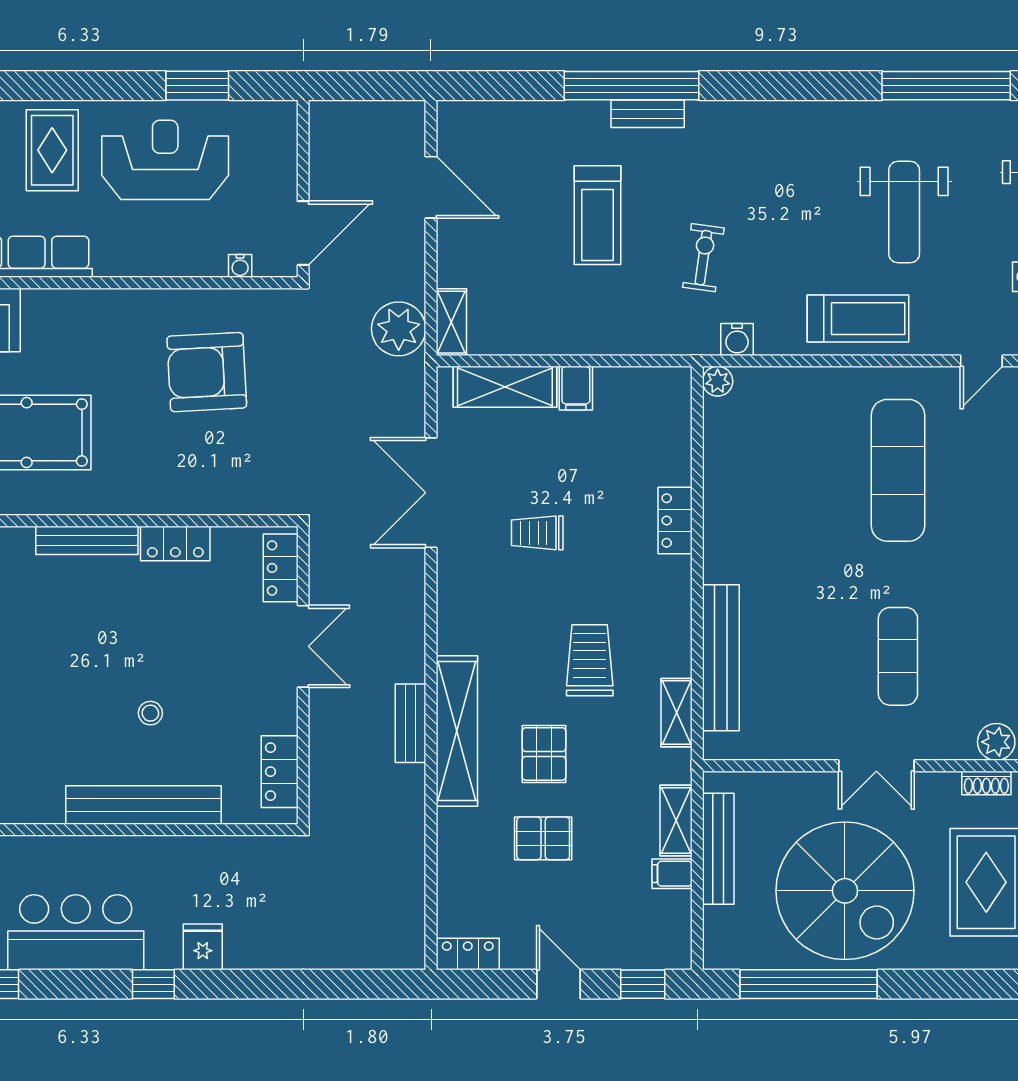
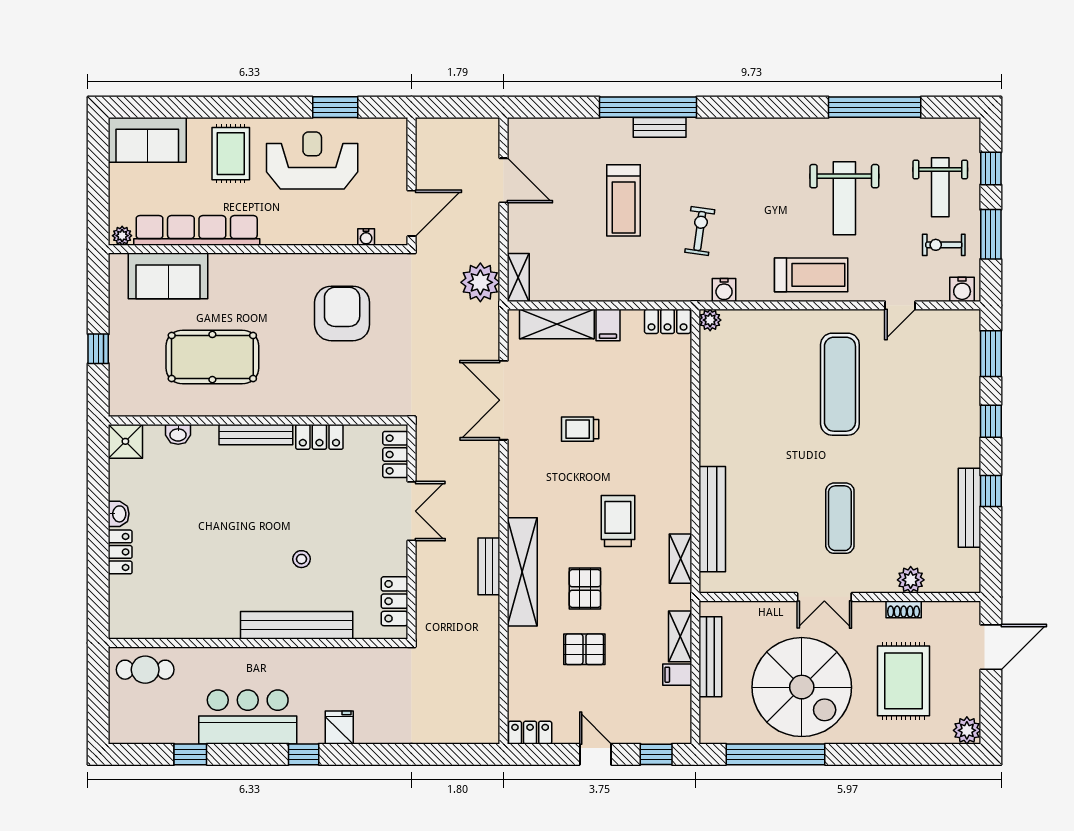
armchair: (207, 372) -> (342, 313), turned 93
locker: (675, 520) -> (668, 321), moved, turned -90

